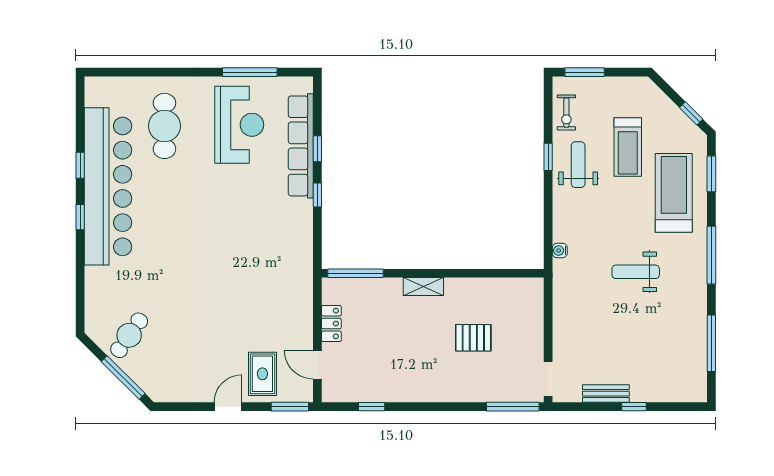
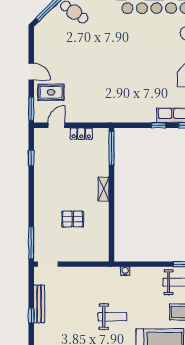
weight bench: (636, 272) -> (112, 317), turned 90
pallet: (473, 338) -> (73, 219), turned 90
bench: (606, 394) -> (39, 304), width x1.36

